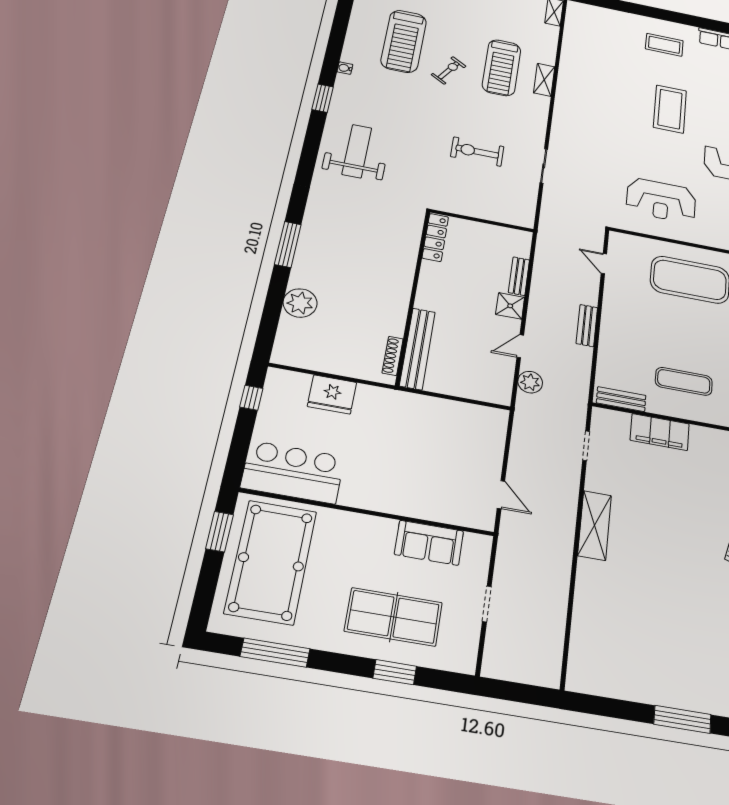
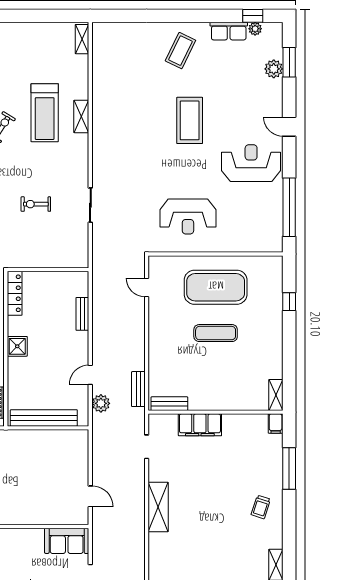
coffee table: (664, 45) -> (180, 51), turned -64
exercise bike: (477, 152) -> (36, 204), width x0.73, depth x0.72
shower: (510, 306) -> (17, 346), moved
bench: (587, 325) -> (138, 389), moved
bench: (417, 349) -> (44, 418), moved, turned 90
exercise mat: (684, 381) -> (216, 333), moved
sofa: (429, 543) -> (67, 541), moved

